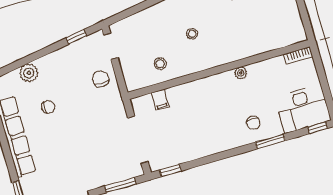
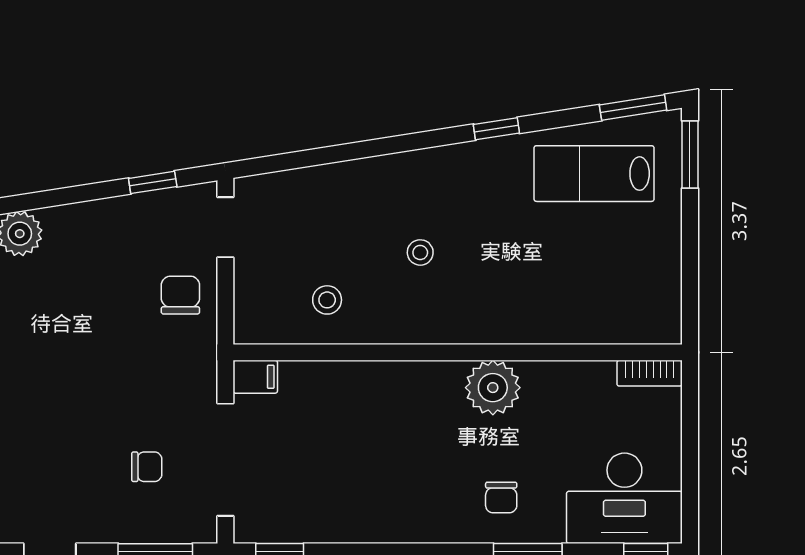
plant: (241, 73) -> (493, 388), width x1.87, depth x1.87
filing cabinet: (160, 100) -> (255, 377), moved, turned -90
chair: (48, 107) -> (147, 467), moved

